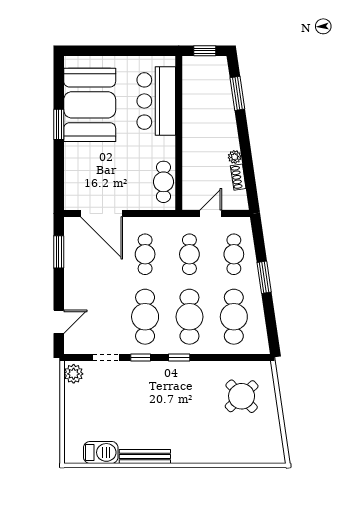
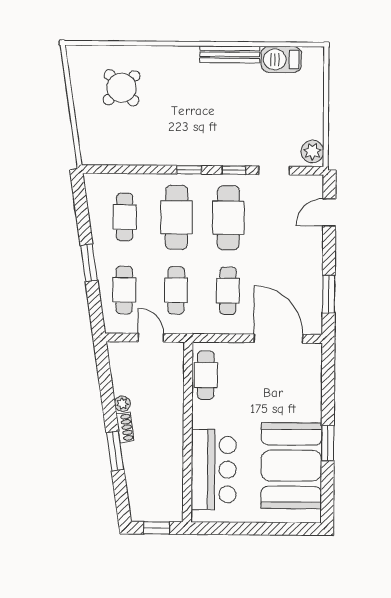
window: (237, 93) -> (115, 451), moved
shoe rack: (238, 177) -> (125, 427), moved
door: (211, 214) -> (151, 338), swing flipped
cafe table: (234, 317) -> (125, 217), width x0.73, depth x0.74
round table: (242, 396) -> (122, 88), moved

